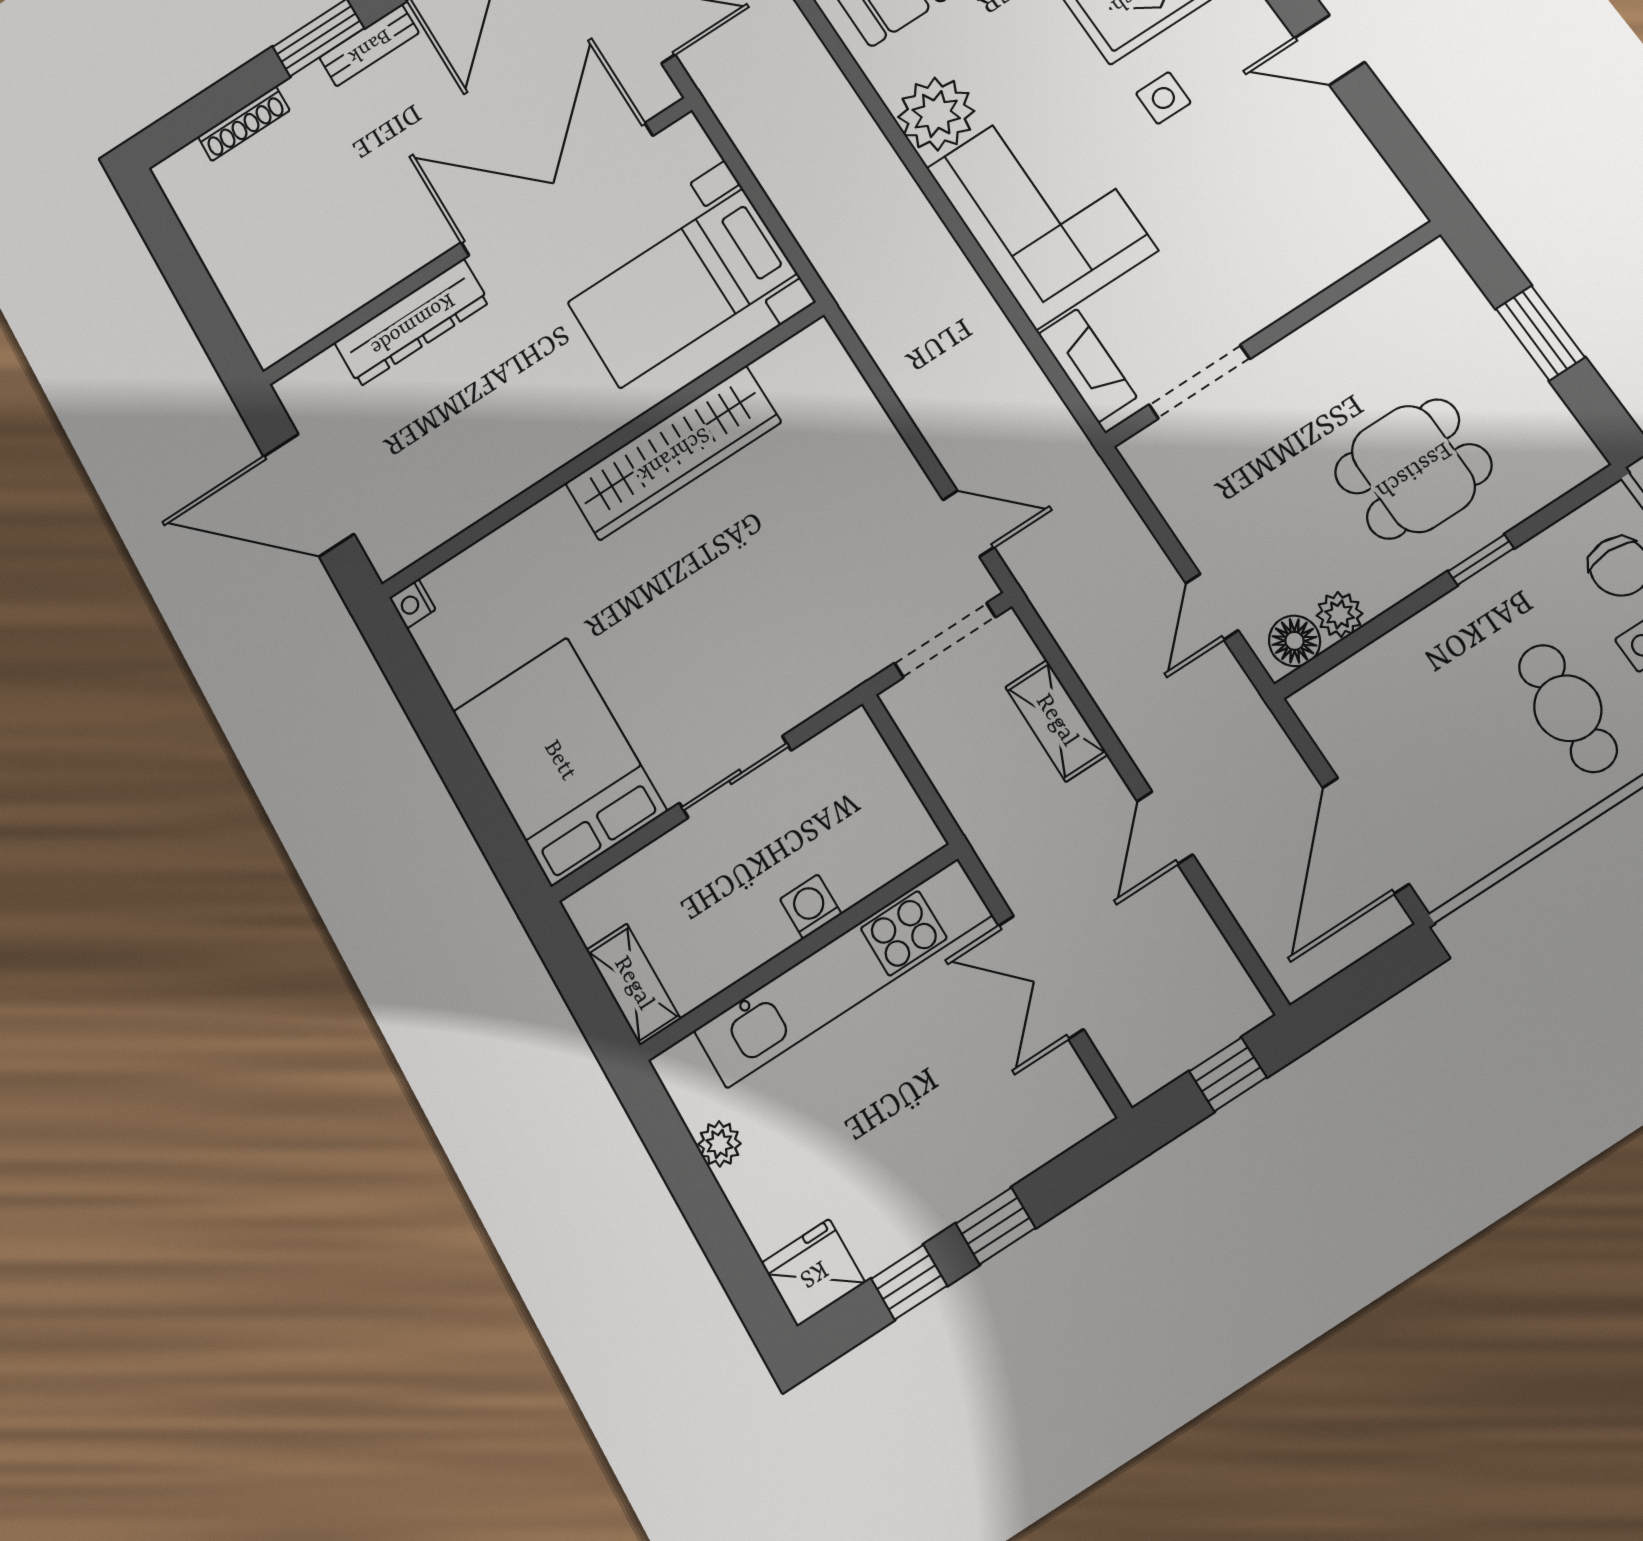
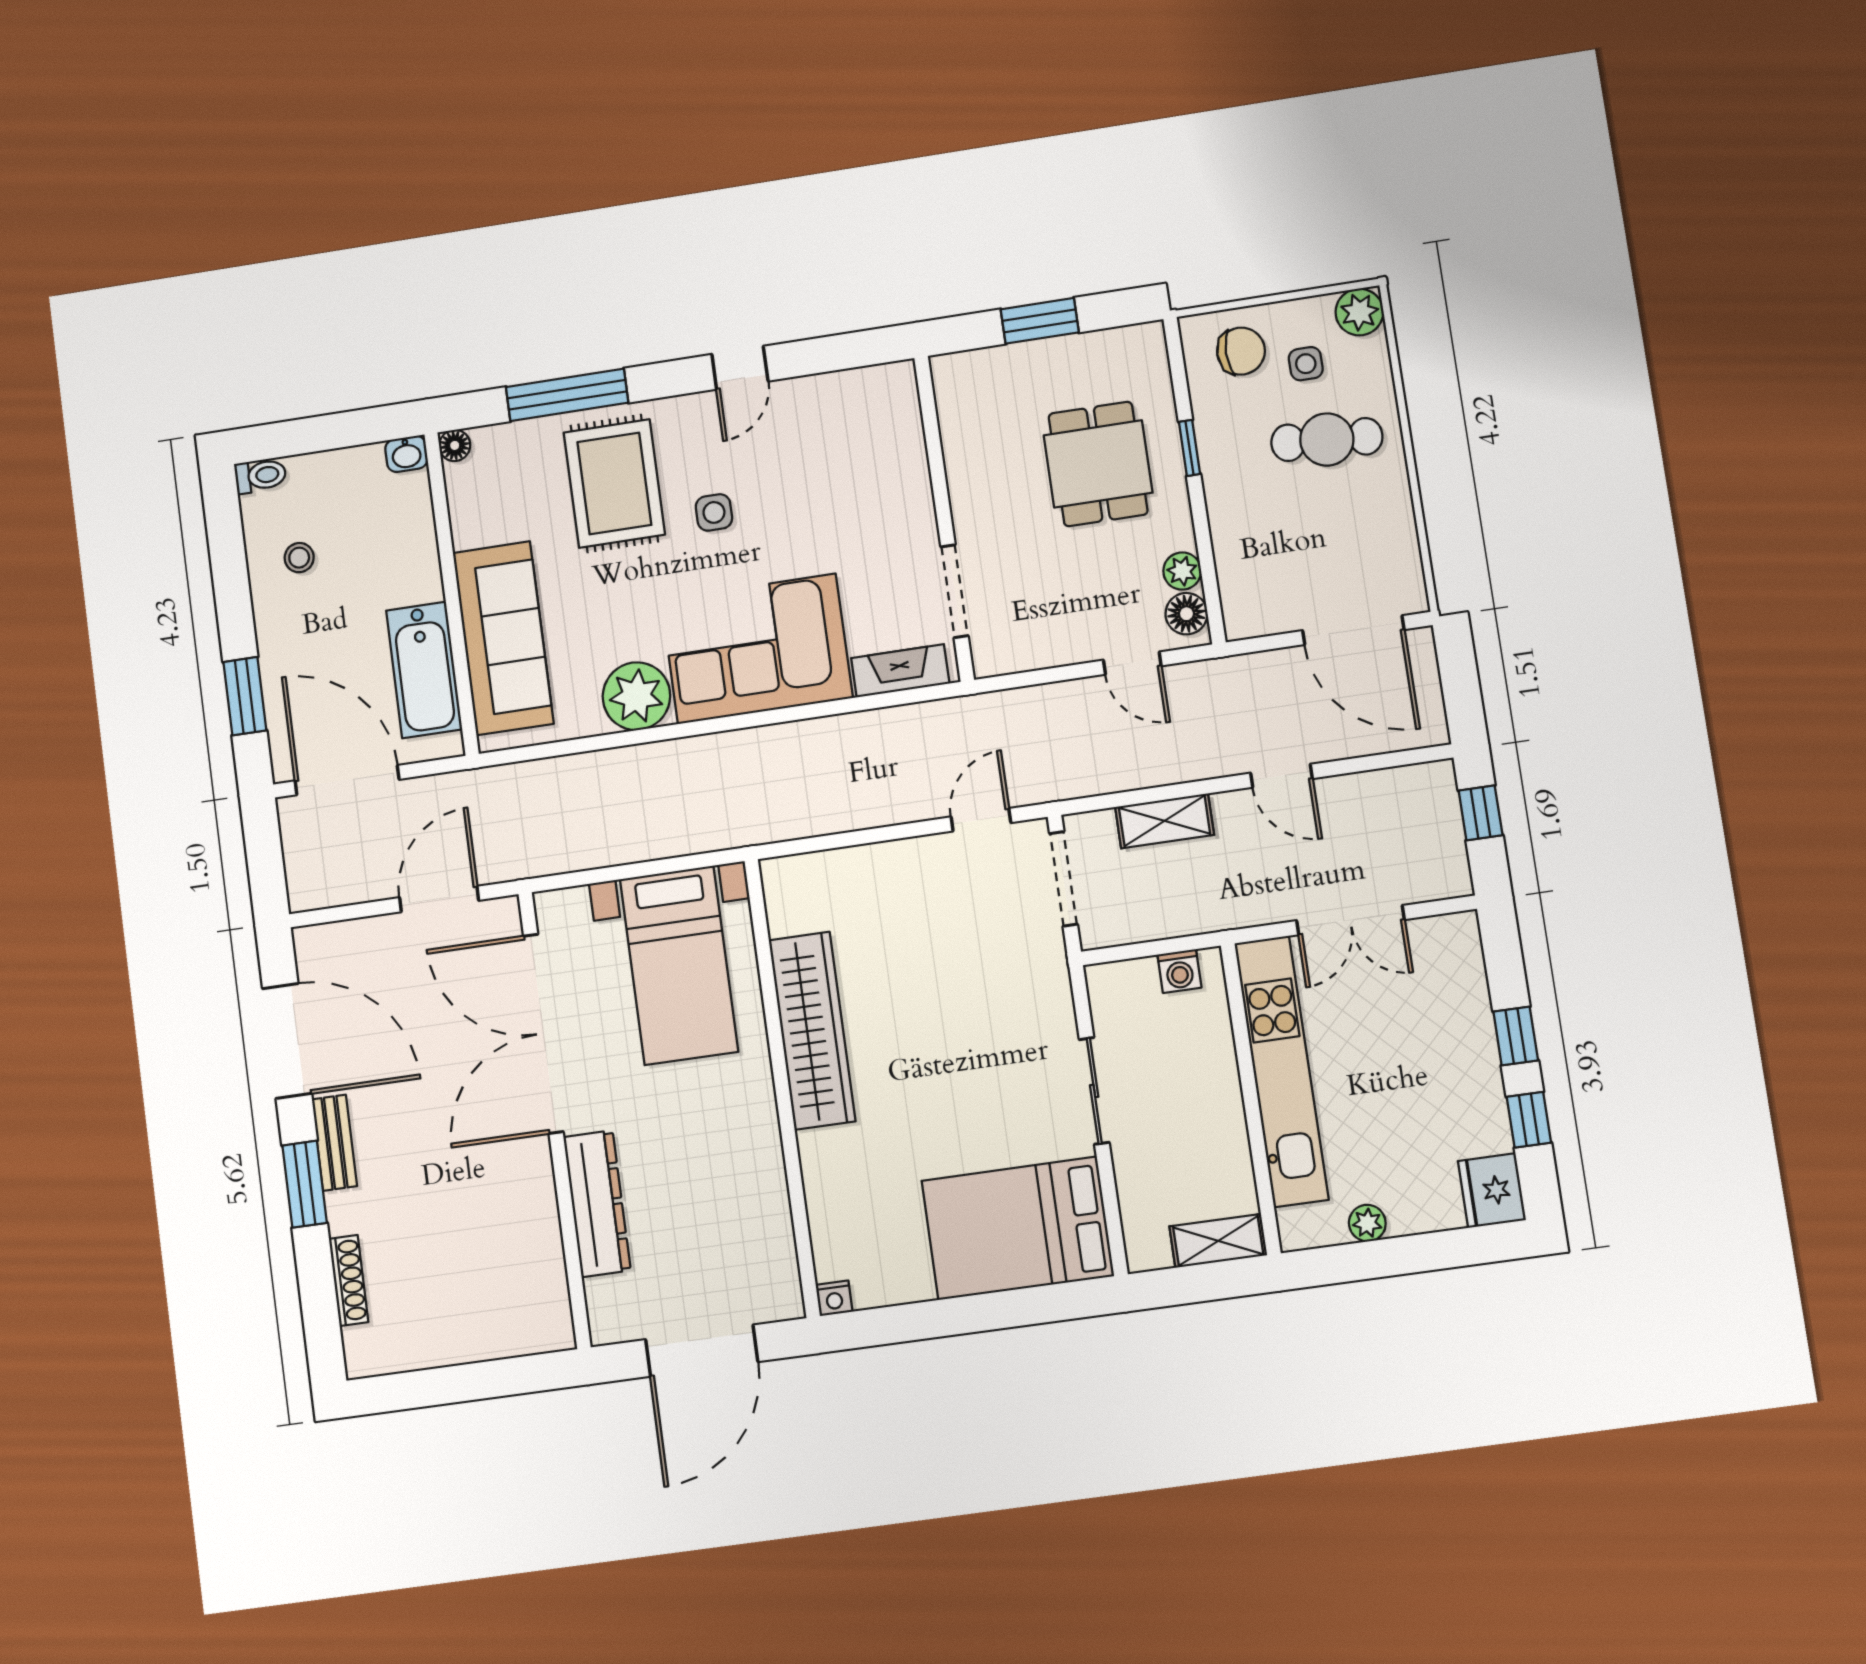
washing machine: (811, 907) -> (1179, 971), moved, turned -90

